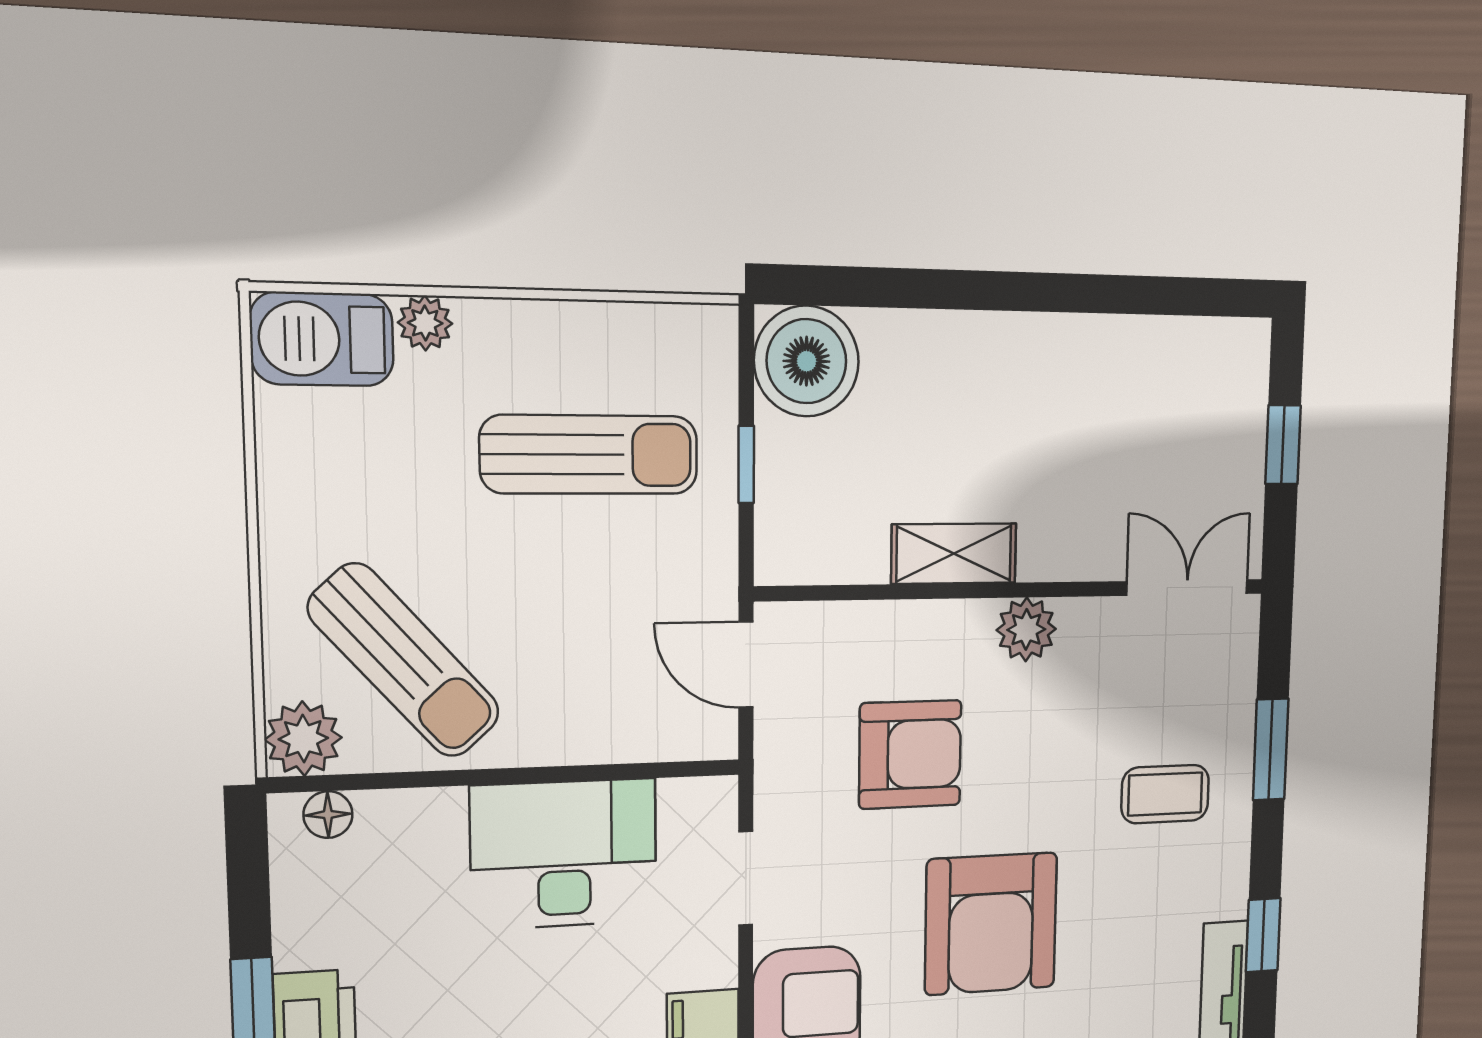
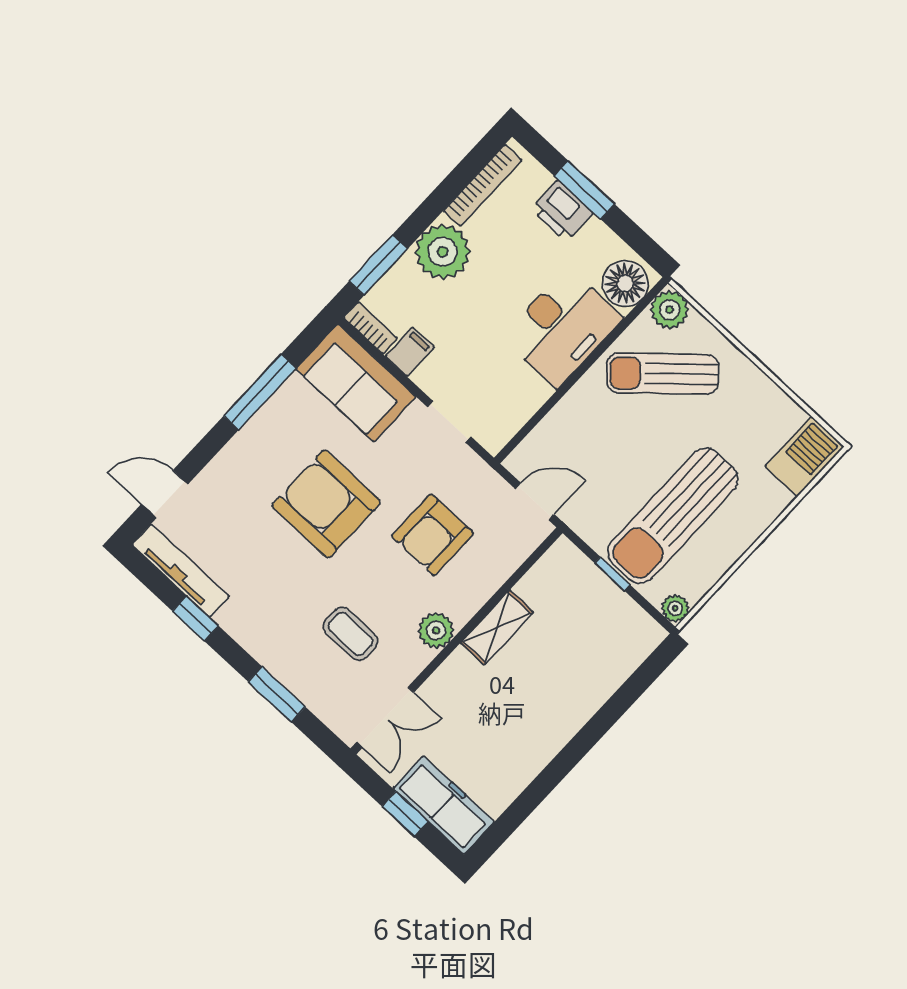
plant: (425, 323) -> (675, 608), moved
boiler: (807, 361) -> (629, 635), removed
freezer: (1233, 405) -> (444, 805), added
sun lounger: (590, 455) -> (673, 516), width x1.36, depth x1.34
coffee table: (1165, 794) -> (350, 634), moved, turned 90
floor lamp: (328, 815) -> (625, 283), width x1.89, depth x1.89
desk: (564, 854) -> (562, 328), moved

